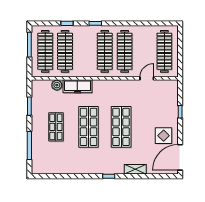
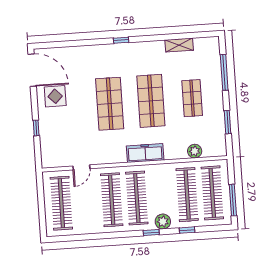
plant: (86, 31) -> (163, 222), added
freezer: (77, 86) -> (145, 153), moved
door: (180, 157) -> (32, 70), hinge flipped
shelving: (135, 169) -> (179, 45), moved

